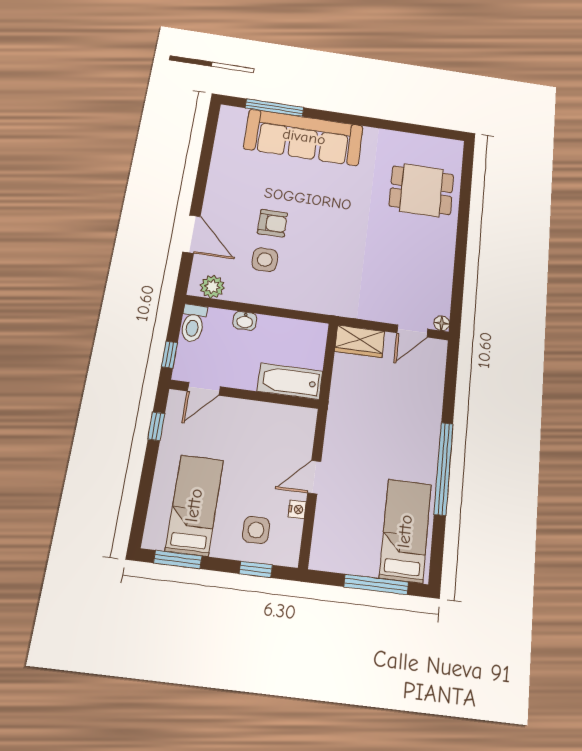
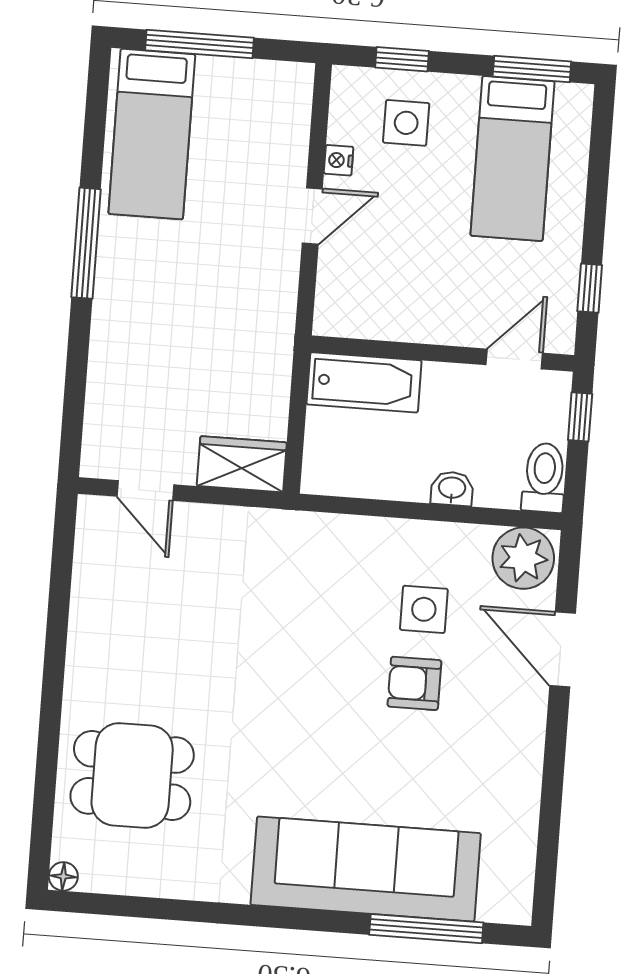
plant: (212, 287) -> (523, 558), width x1.36, depth x1.36
floor lamp: (442, 323) -> (63, 876), moved
door: (412, 331) -> (145, 490), swing flipped
window: (444, 468) -> (86, 243), width x0.68

